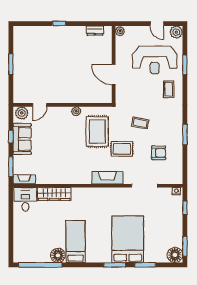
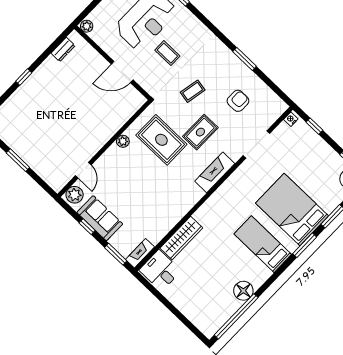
coffee table: (169, 89) -> (167, 53), moved
bed: (76, 241) -> (263, 244), moved

